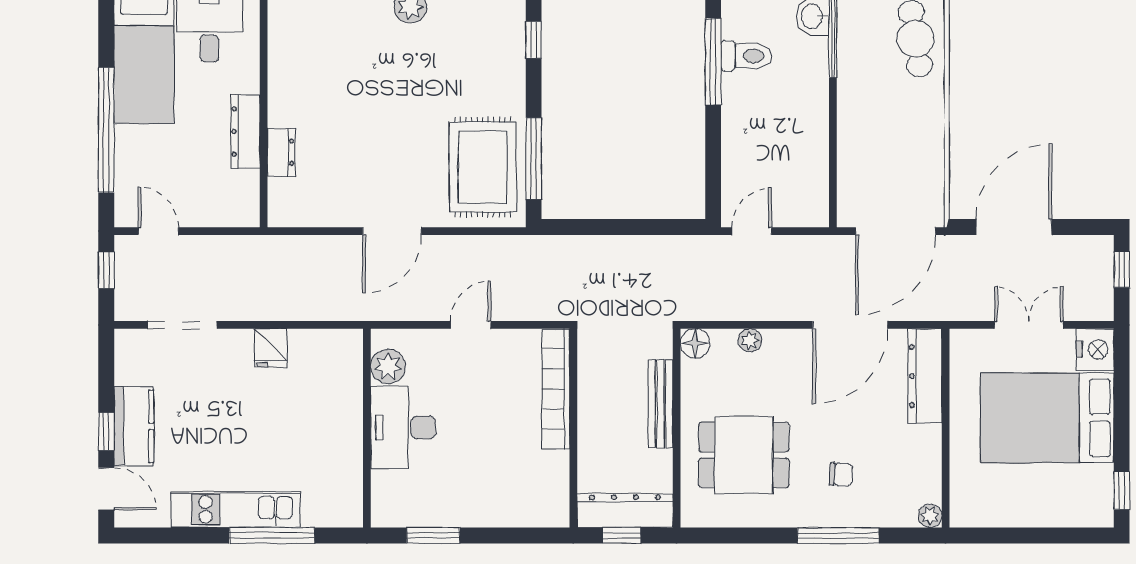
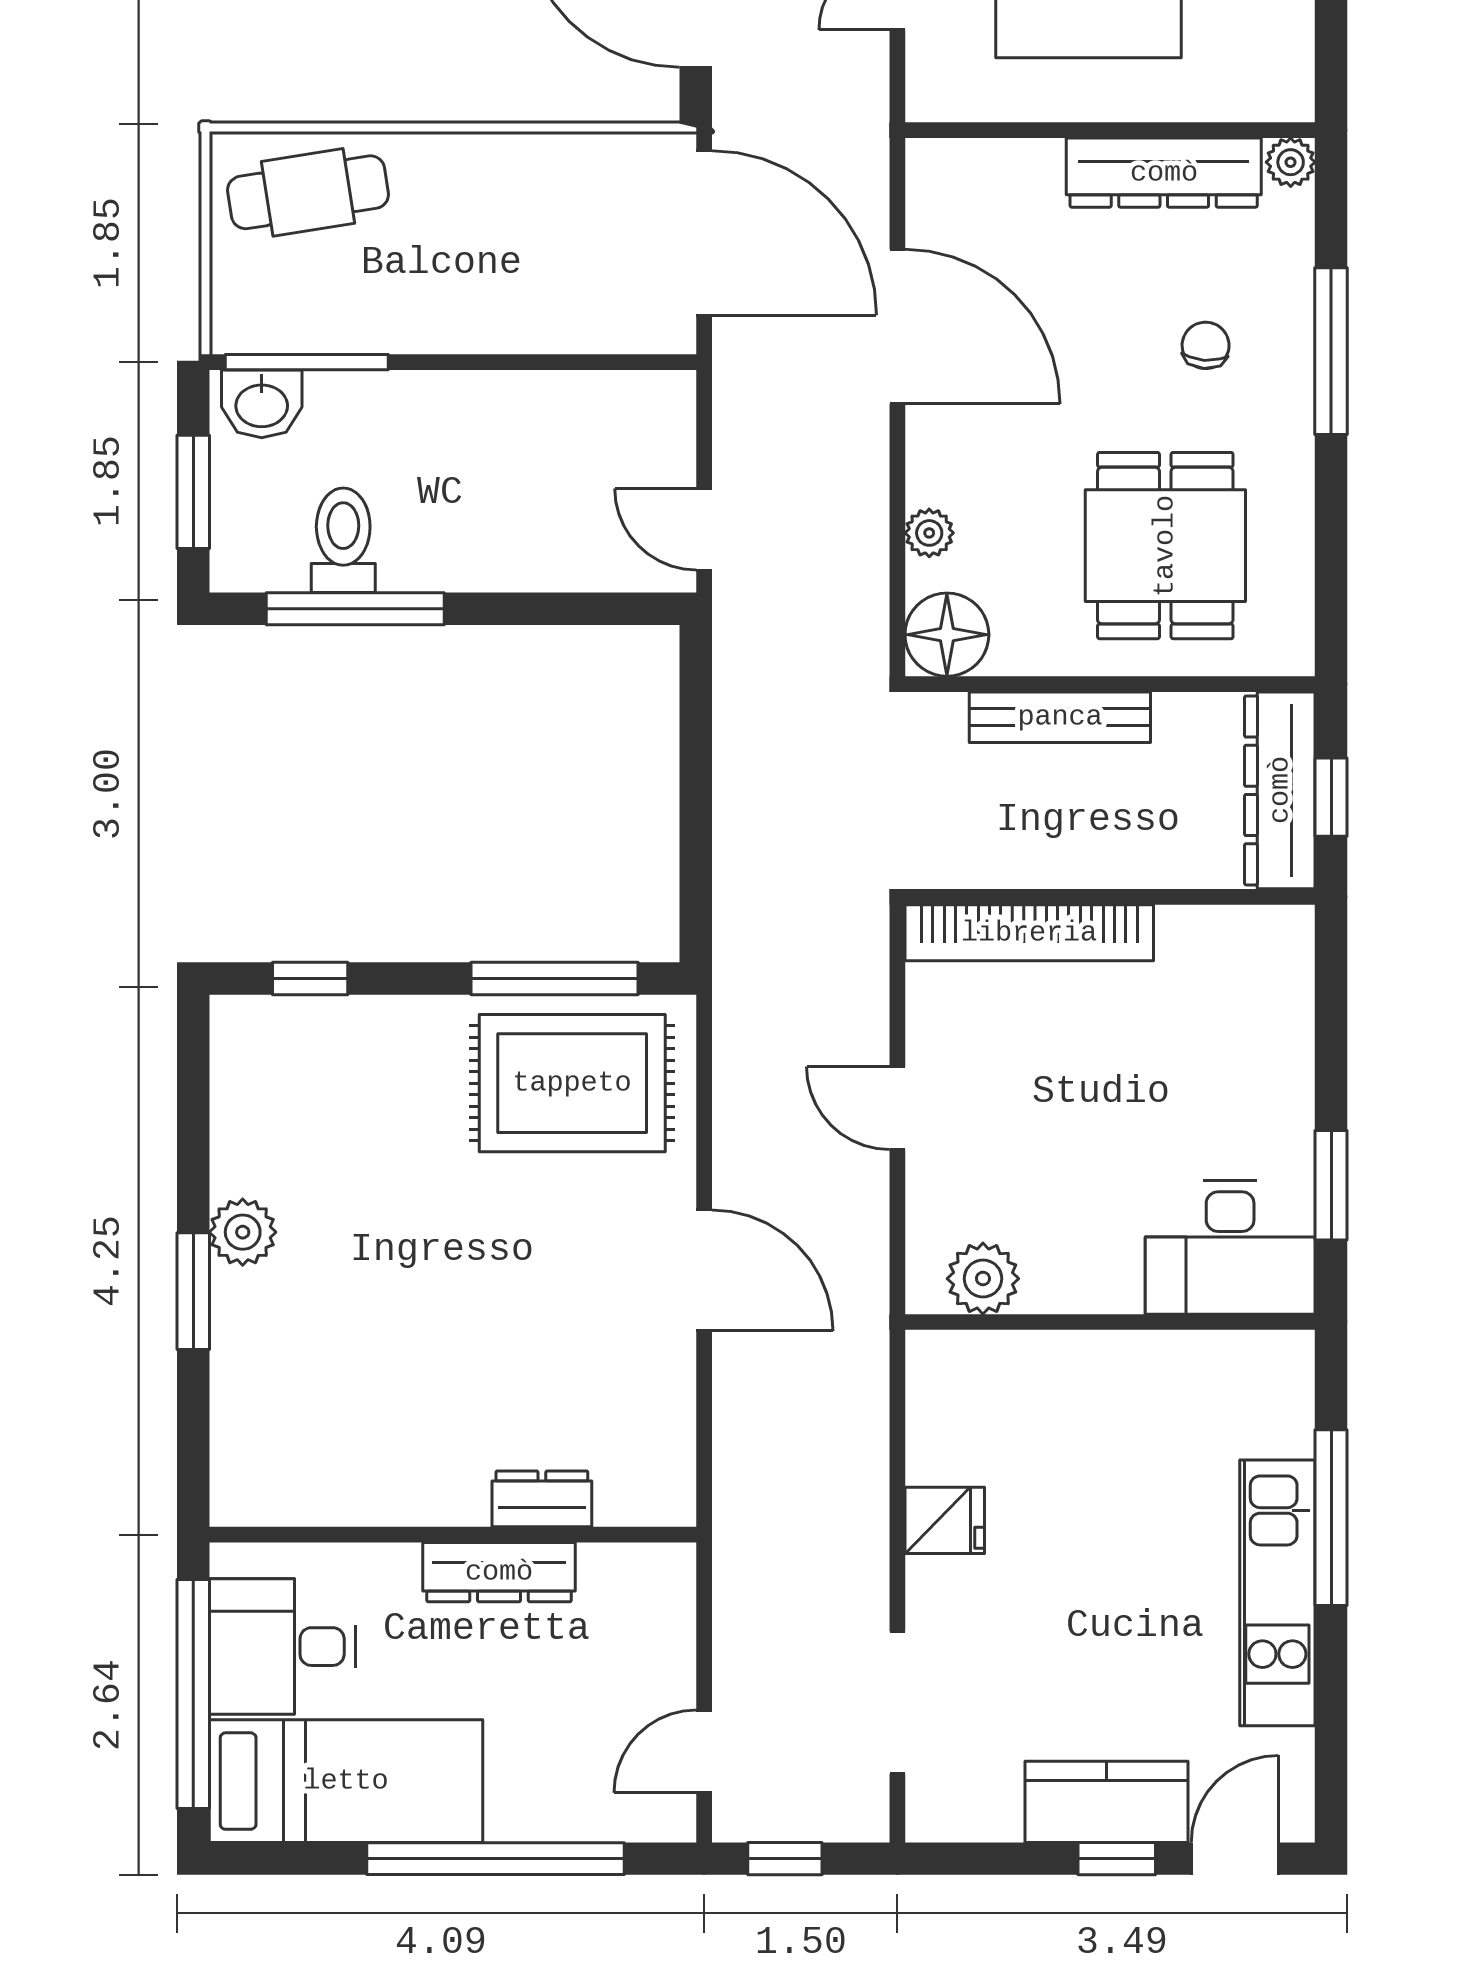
floor lamp: (695, 343) -> (947, 635), width x1.38, depth x1.38
dresser: (925, 376) -> (1164, 173), moved
desk: (403, 428) -> (1230, 1248), moved

